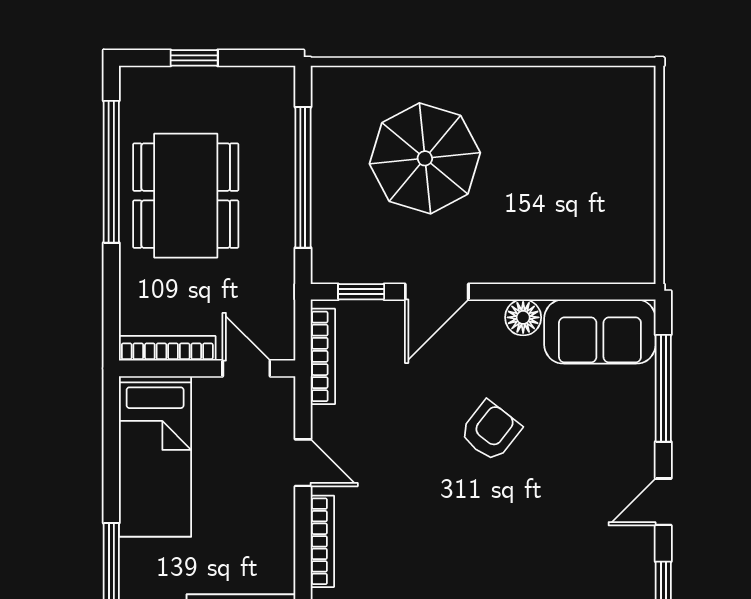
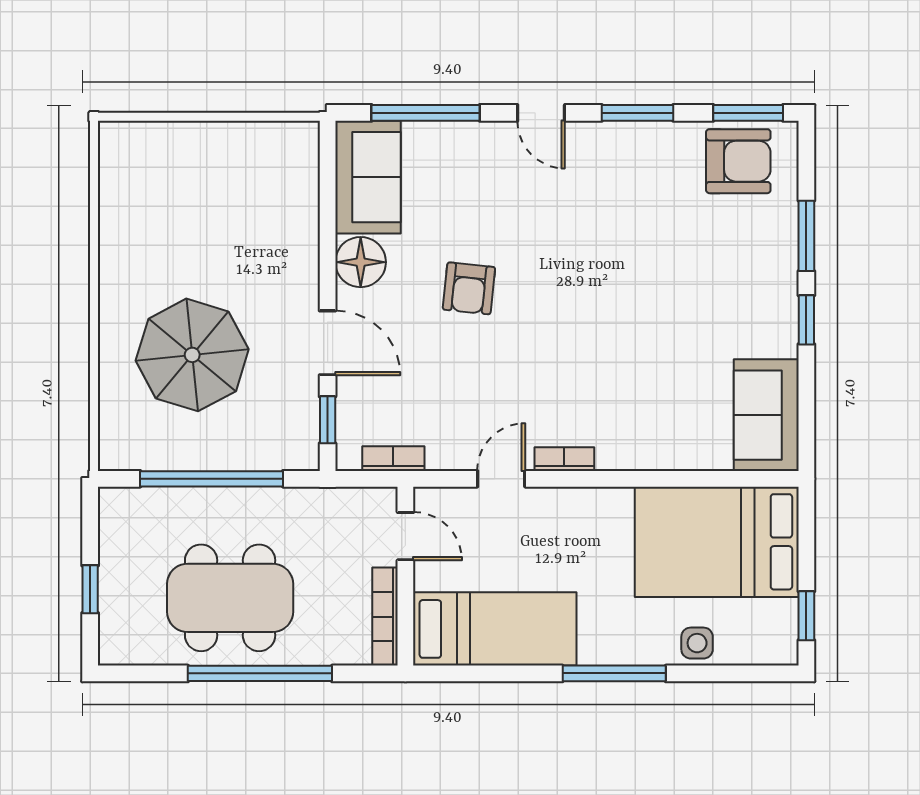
window: (111, 172) -> (260, 673), moved
floor lamp: (523, 317) -> (361, 262), width x1.38, depth x1.38
bookcase: (323, 356) -> (393, 459), width x0.64
door: (246, 368) -> (405, 536), swing flipped
armchair: (490, 431) -> (469, 288), turned -122
bookcase: (322, 541) -> (564, 459), width x0.64

